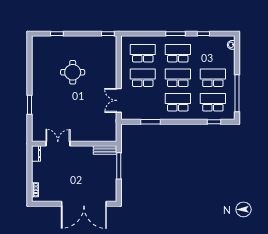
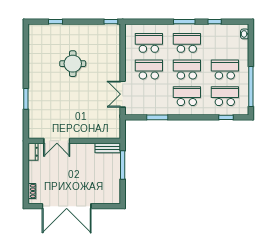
double door: (58, 144) -> (57, 141), swing flipped
double door: (84, 204) -> (67, 206), moved

